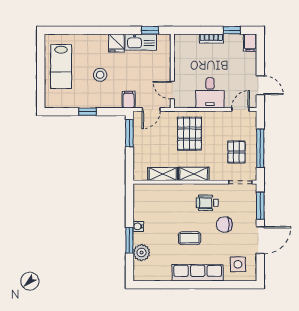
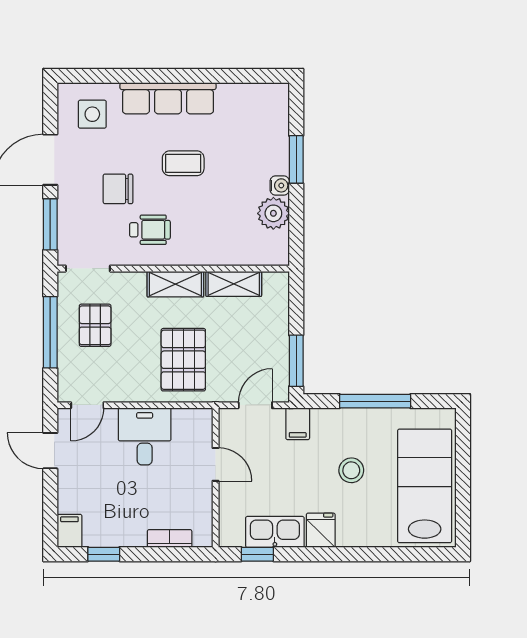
bookcase: (211, 39) -> (170, 538), moved
lab bench: (61, 67) -> (425, 486), width x1.36, depth x1.39
door: (172, 90) -> (216, 464), moved
window: (87, 112) -> (375, 401), width x2.17
chair: (224, 225) -> (118, 189), turned 180
plant: (142, 253) -> (273, 213), moved

